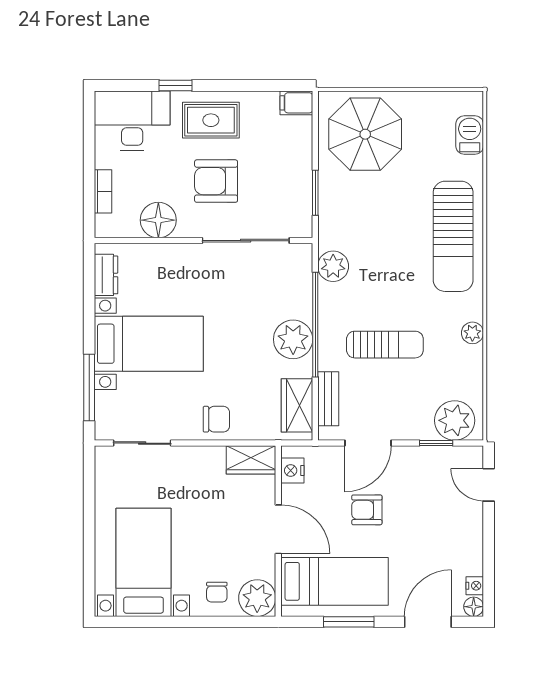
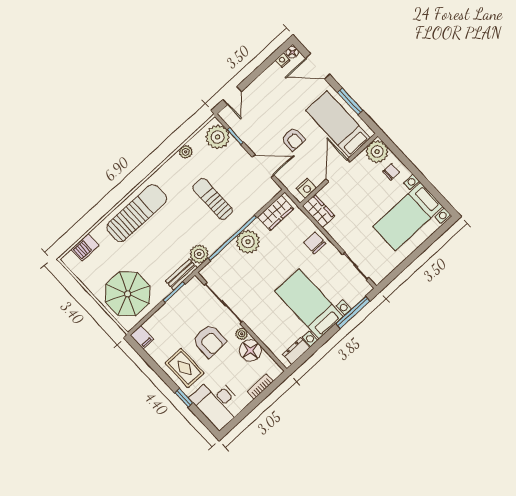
plant: (188, 228) -> (242, 334), added
plant: (472, 333) -> (186, 152), moved
bench: (328, 399) -> (181, 274), moved

